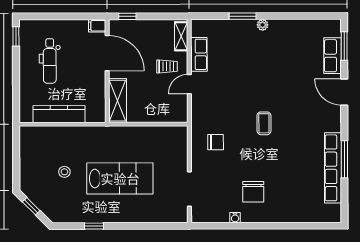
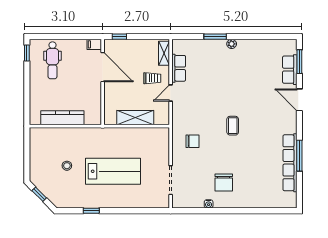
dental chair: (50, 61) -> (53, 60), moved
shelving: (118, 101) -> (135, 118), moved, turned 90

